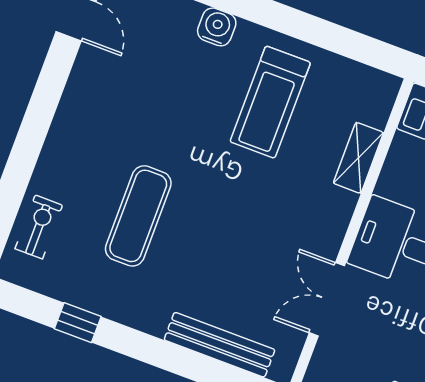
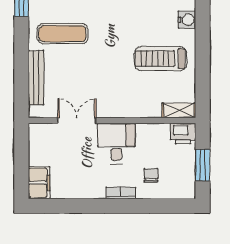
shelving: (358, 158) -> (179, 110), moved
exercise mat: (138, 216) -> (62, 34), moved

